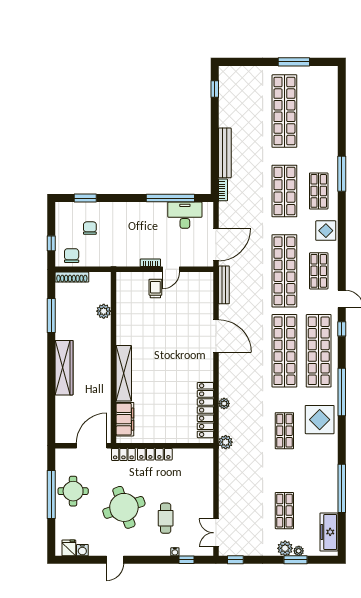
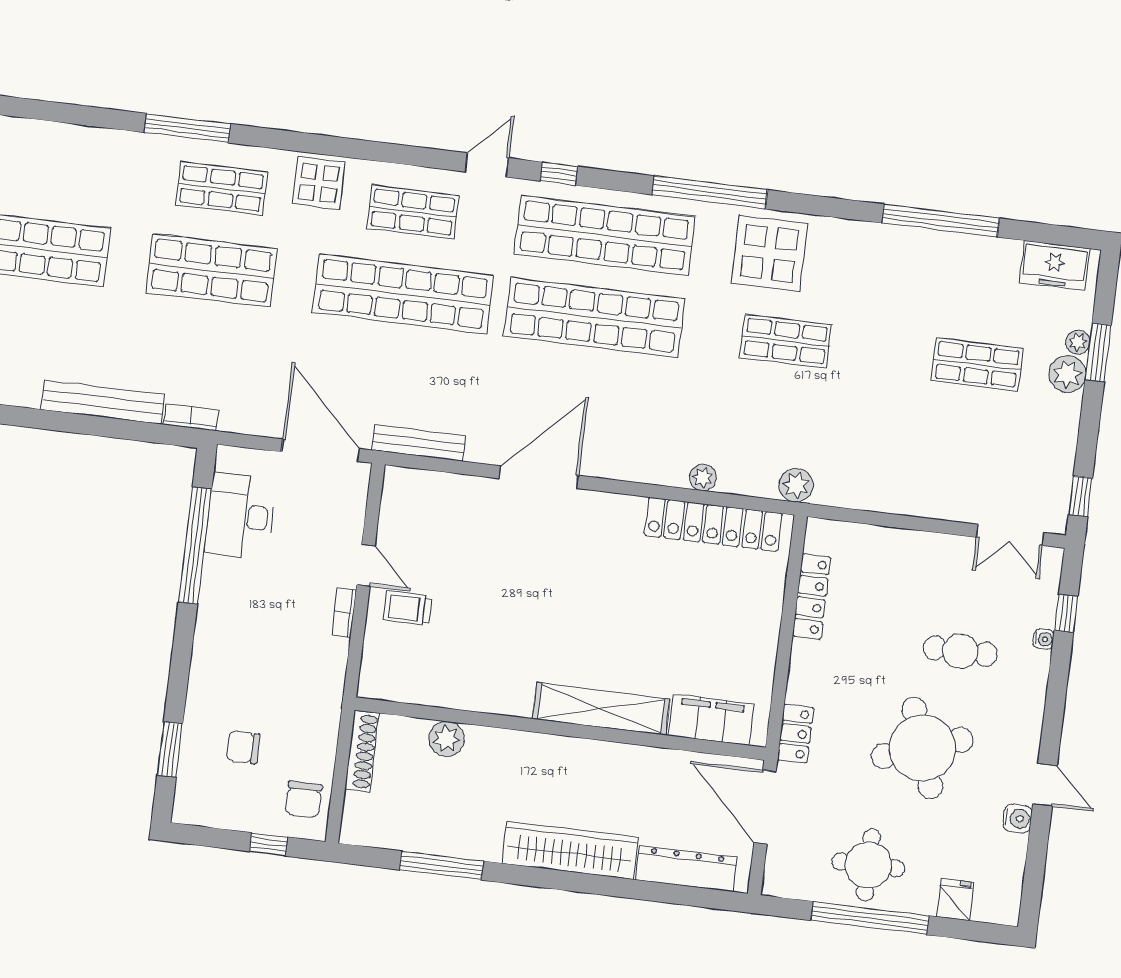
chair: (72, 256) -> (304, 799), turned -90
shoe rack: (72, 277) -> (362, 751), moved
dresser: (62, 416) -> (686, 868), added
locker: (155, 454) -> (812, 597), moved
freezer: (329, 532) -> (1055, 266), width x0.71
fridge: (69, 548) -> (955, 900), moved, turned 90
water cooler: (82, 550) -> (1017, 818), moved

